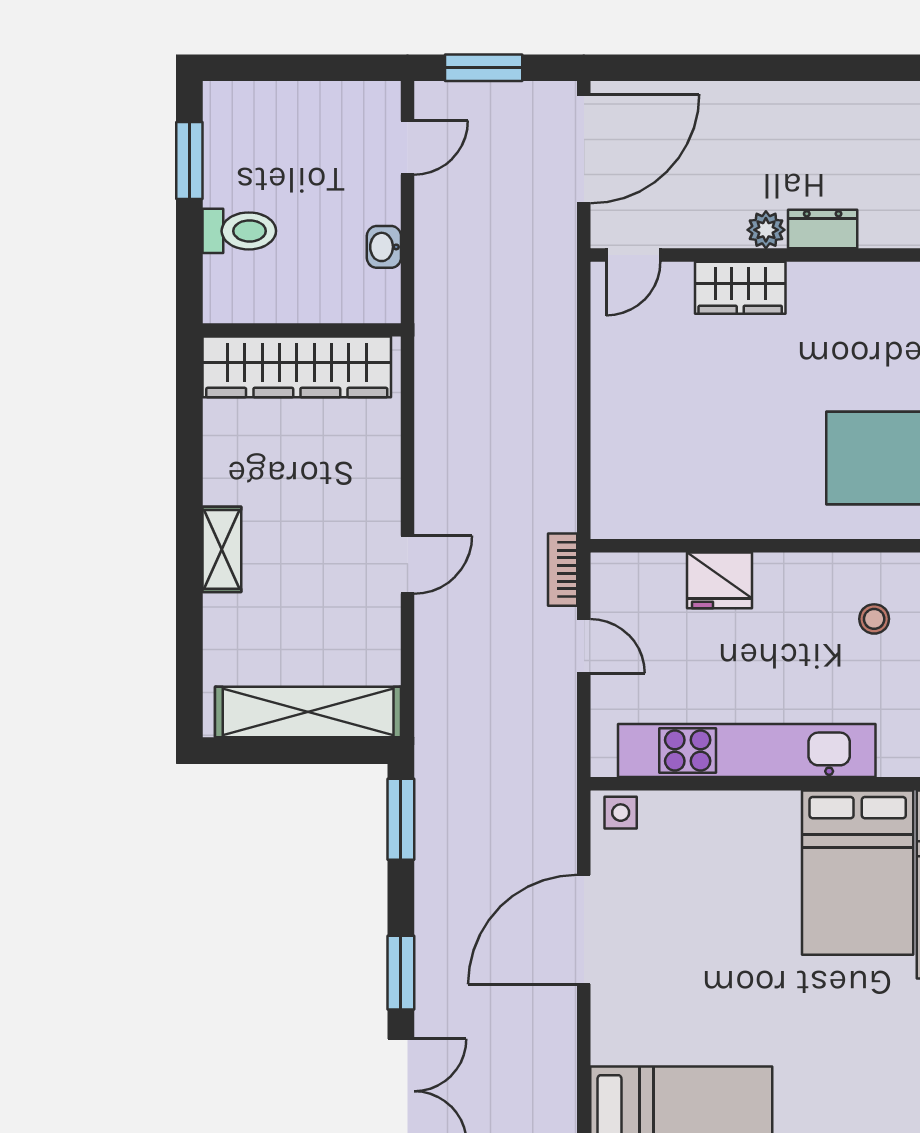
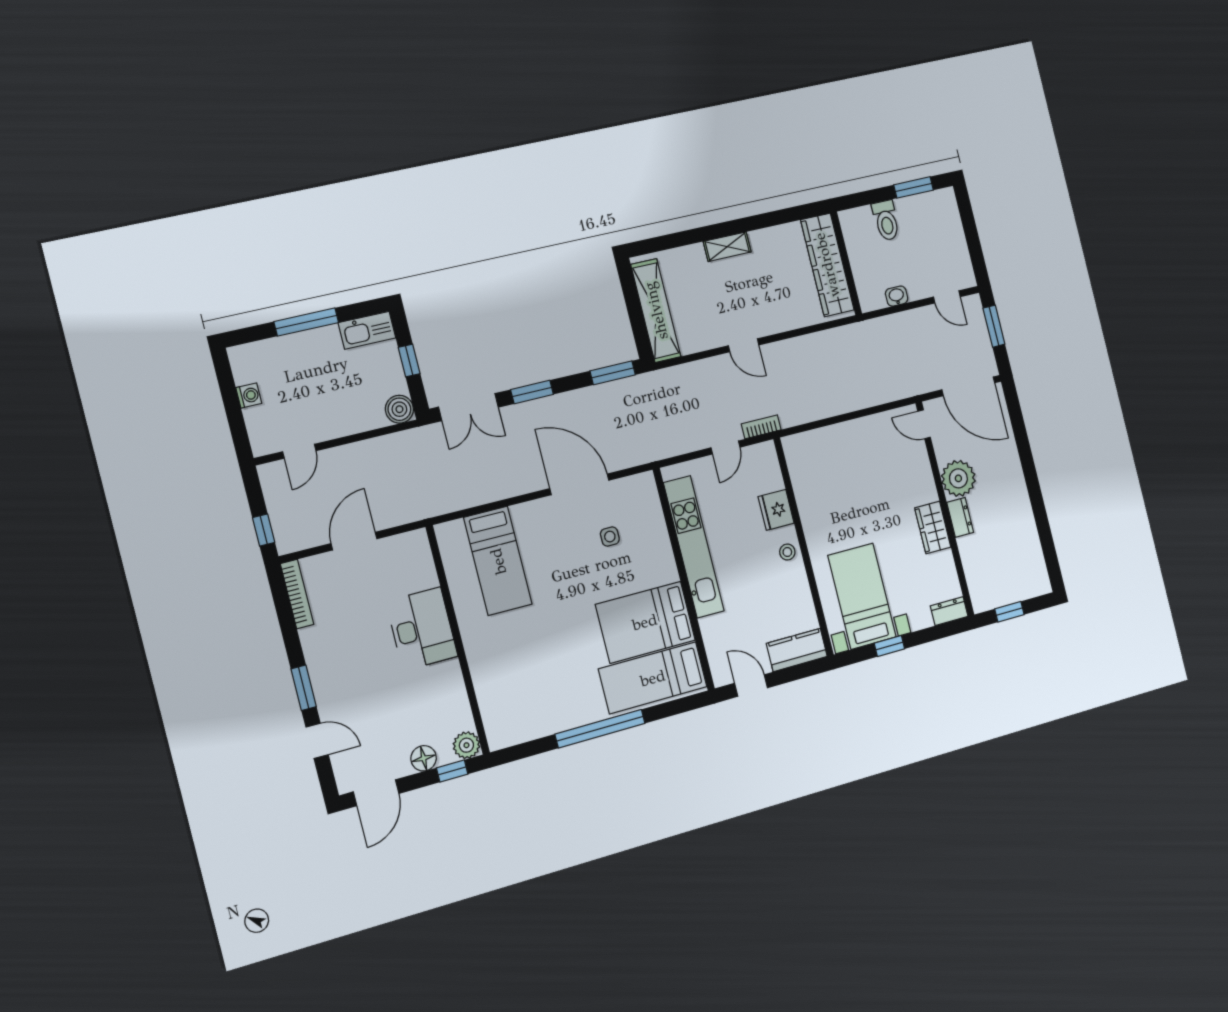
plant: (766, 230) -> (958, 478), width x1.88, depth x1.88
wardrobe: (740, 288) -> (933, 528), moved
stool: (874, 619) -> (787, 552), moved
side table: (621, 813) -> (610, 537), moved

